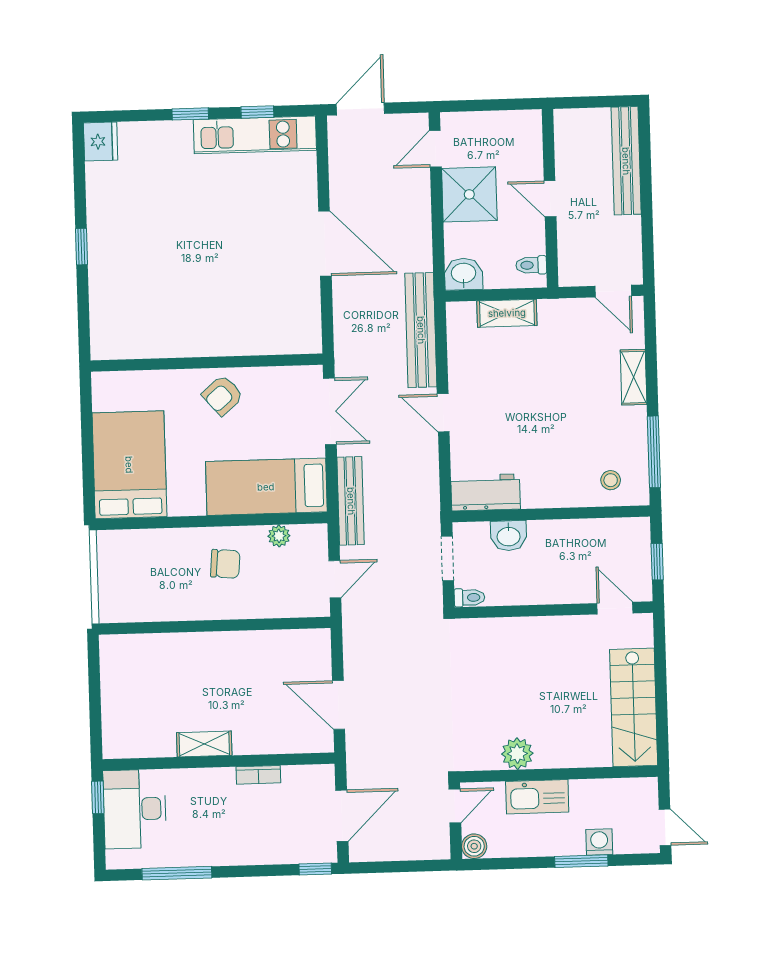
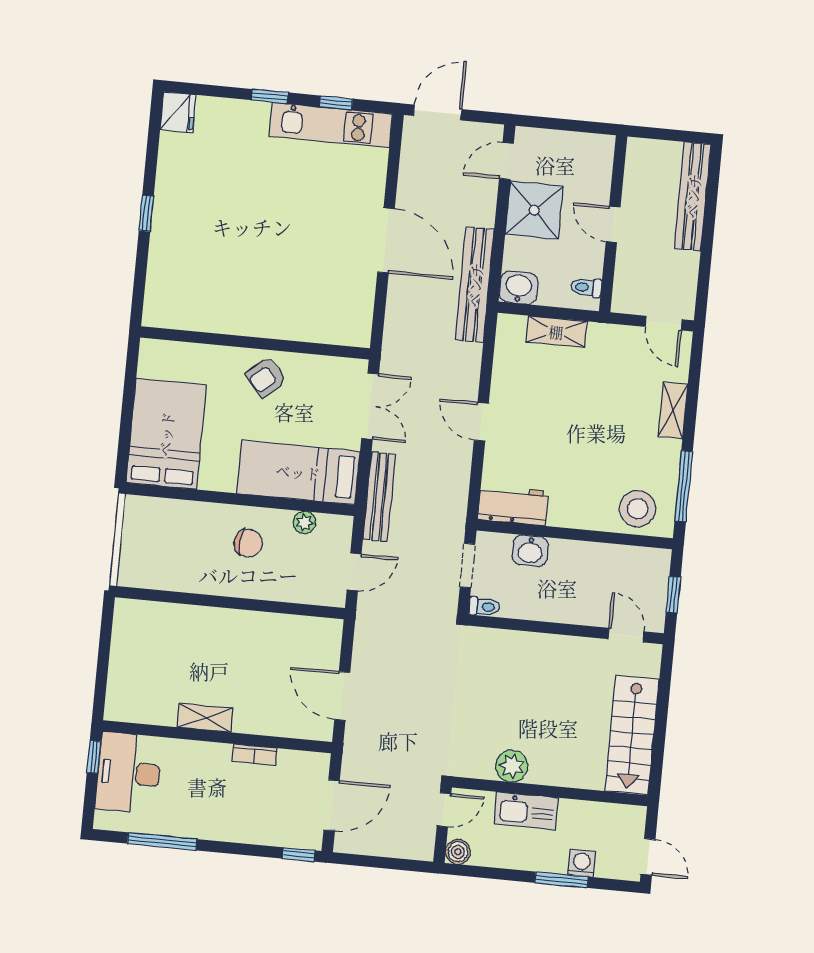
bench: (421, 330) -> (475, 285), moved
stool: (611, 480) -> (638, 509), width x1.89, depth x1.89

